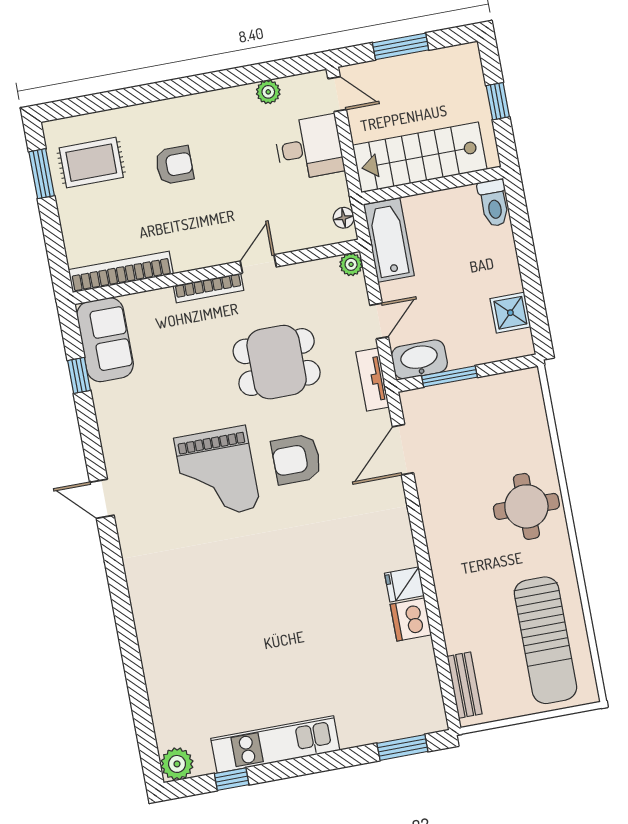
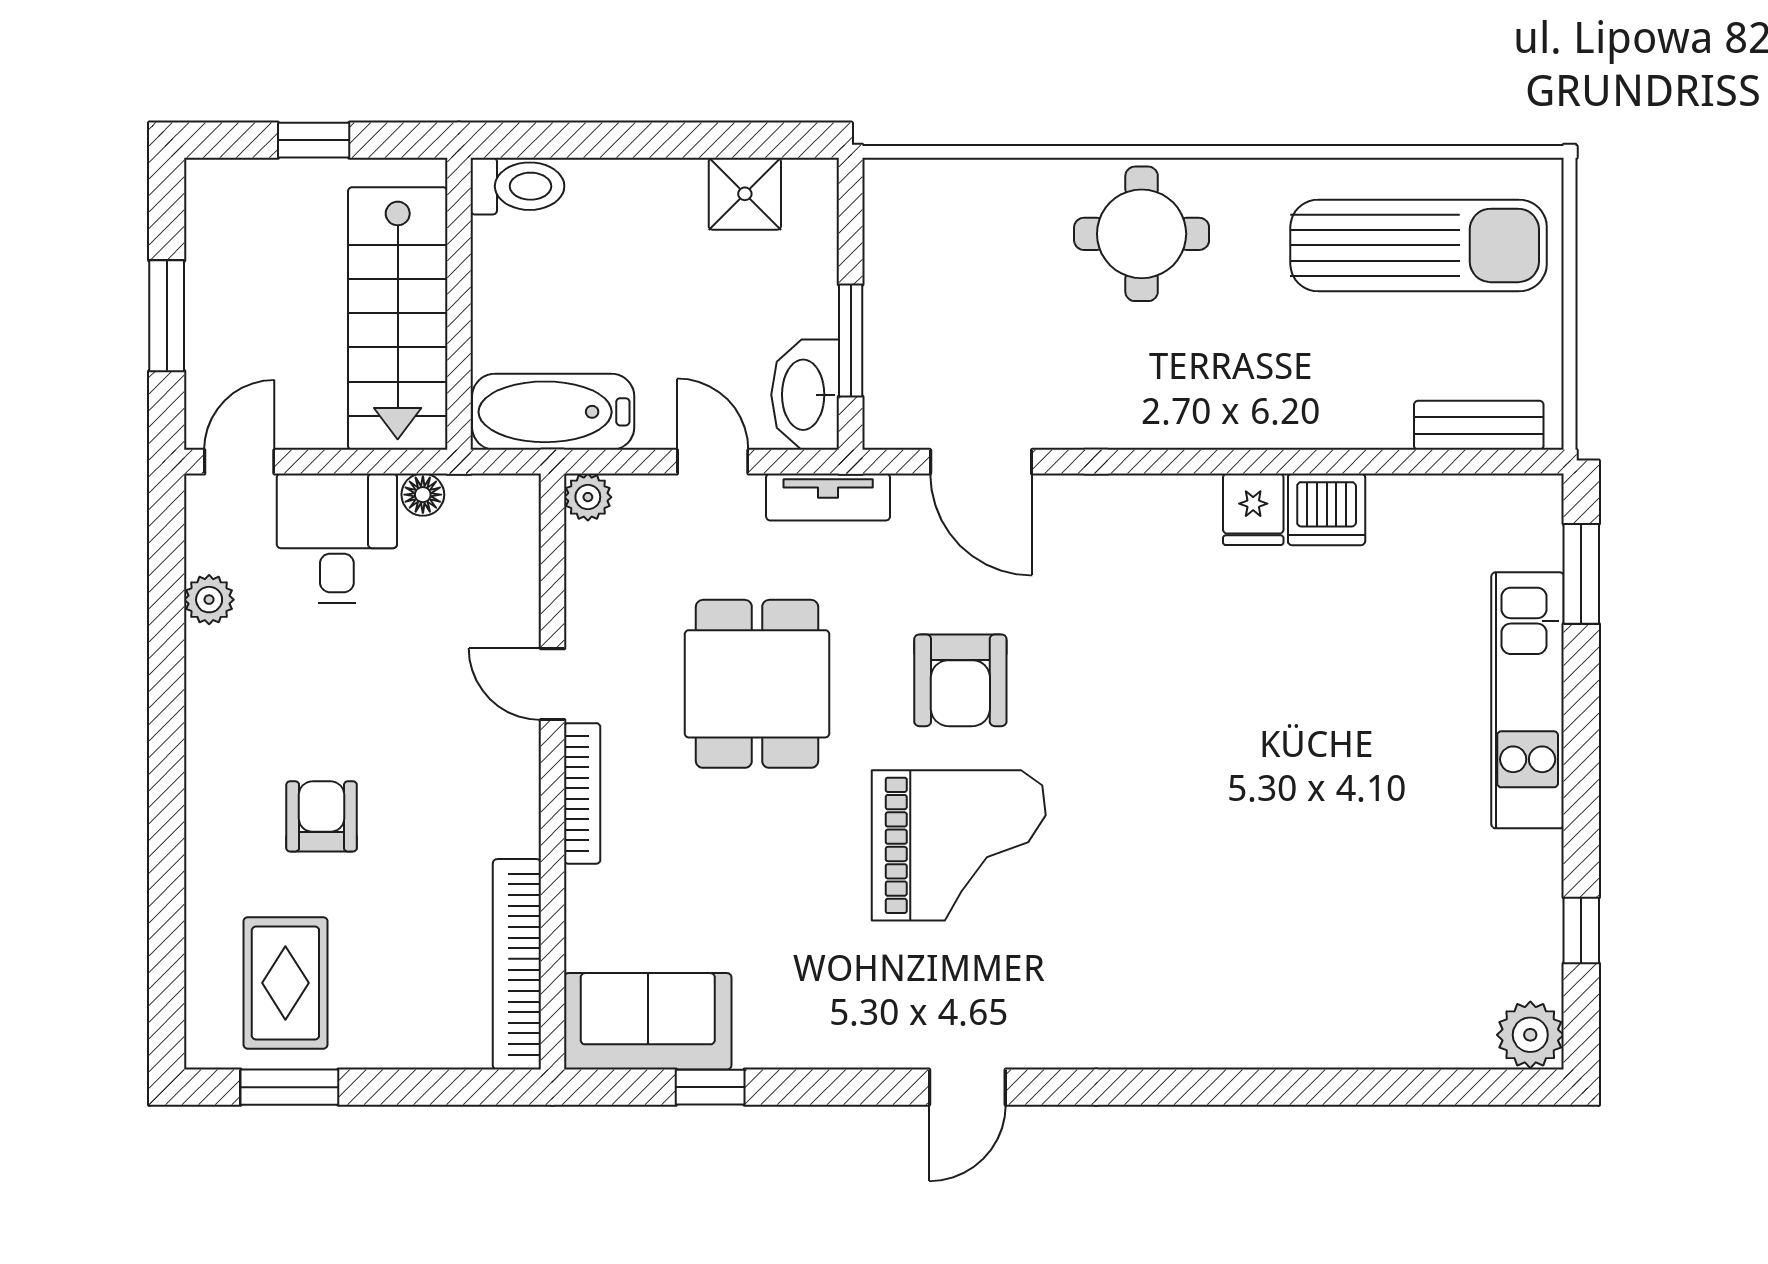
floor lamp: (344, 218) -> (423, 495), moved
kitchen unit: (275, 744) -> (1528, 700), moved

